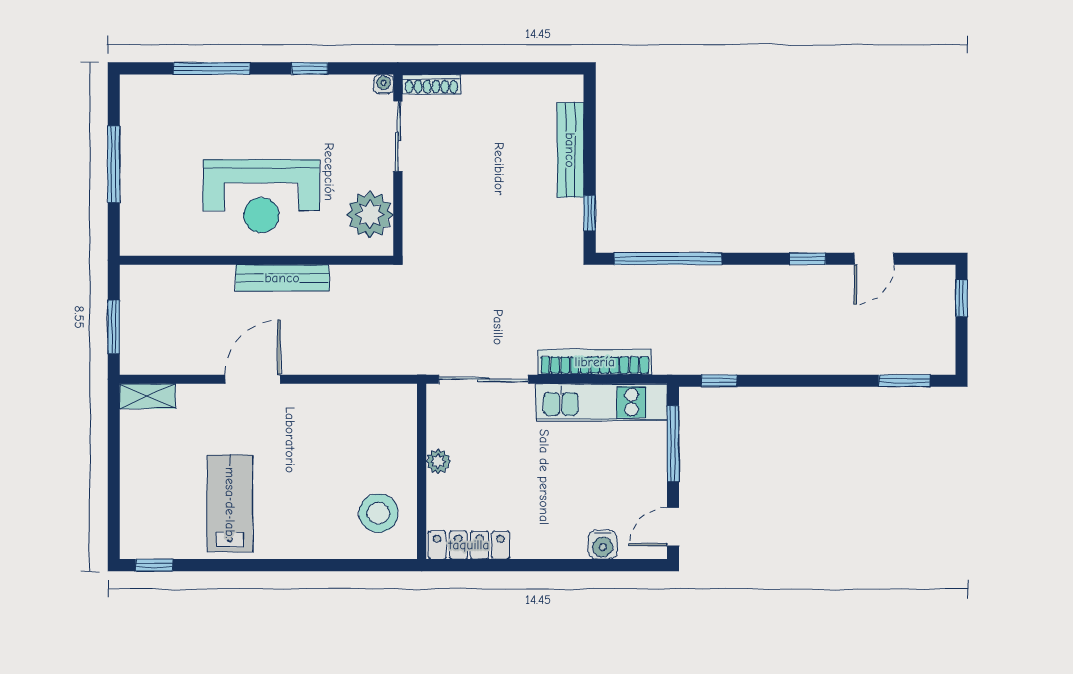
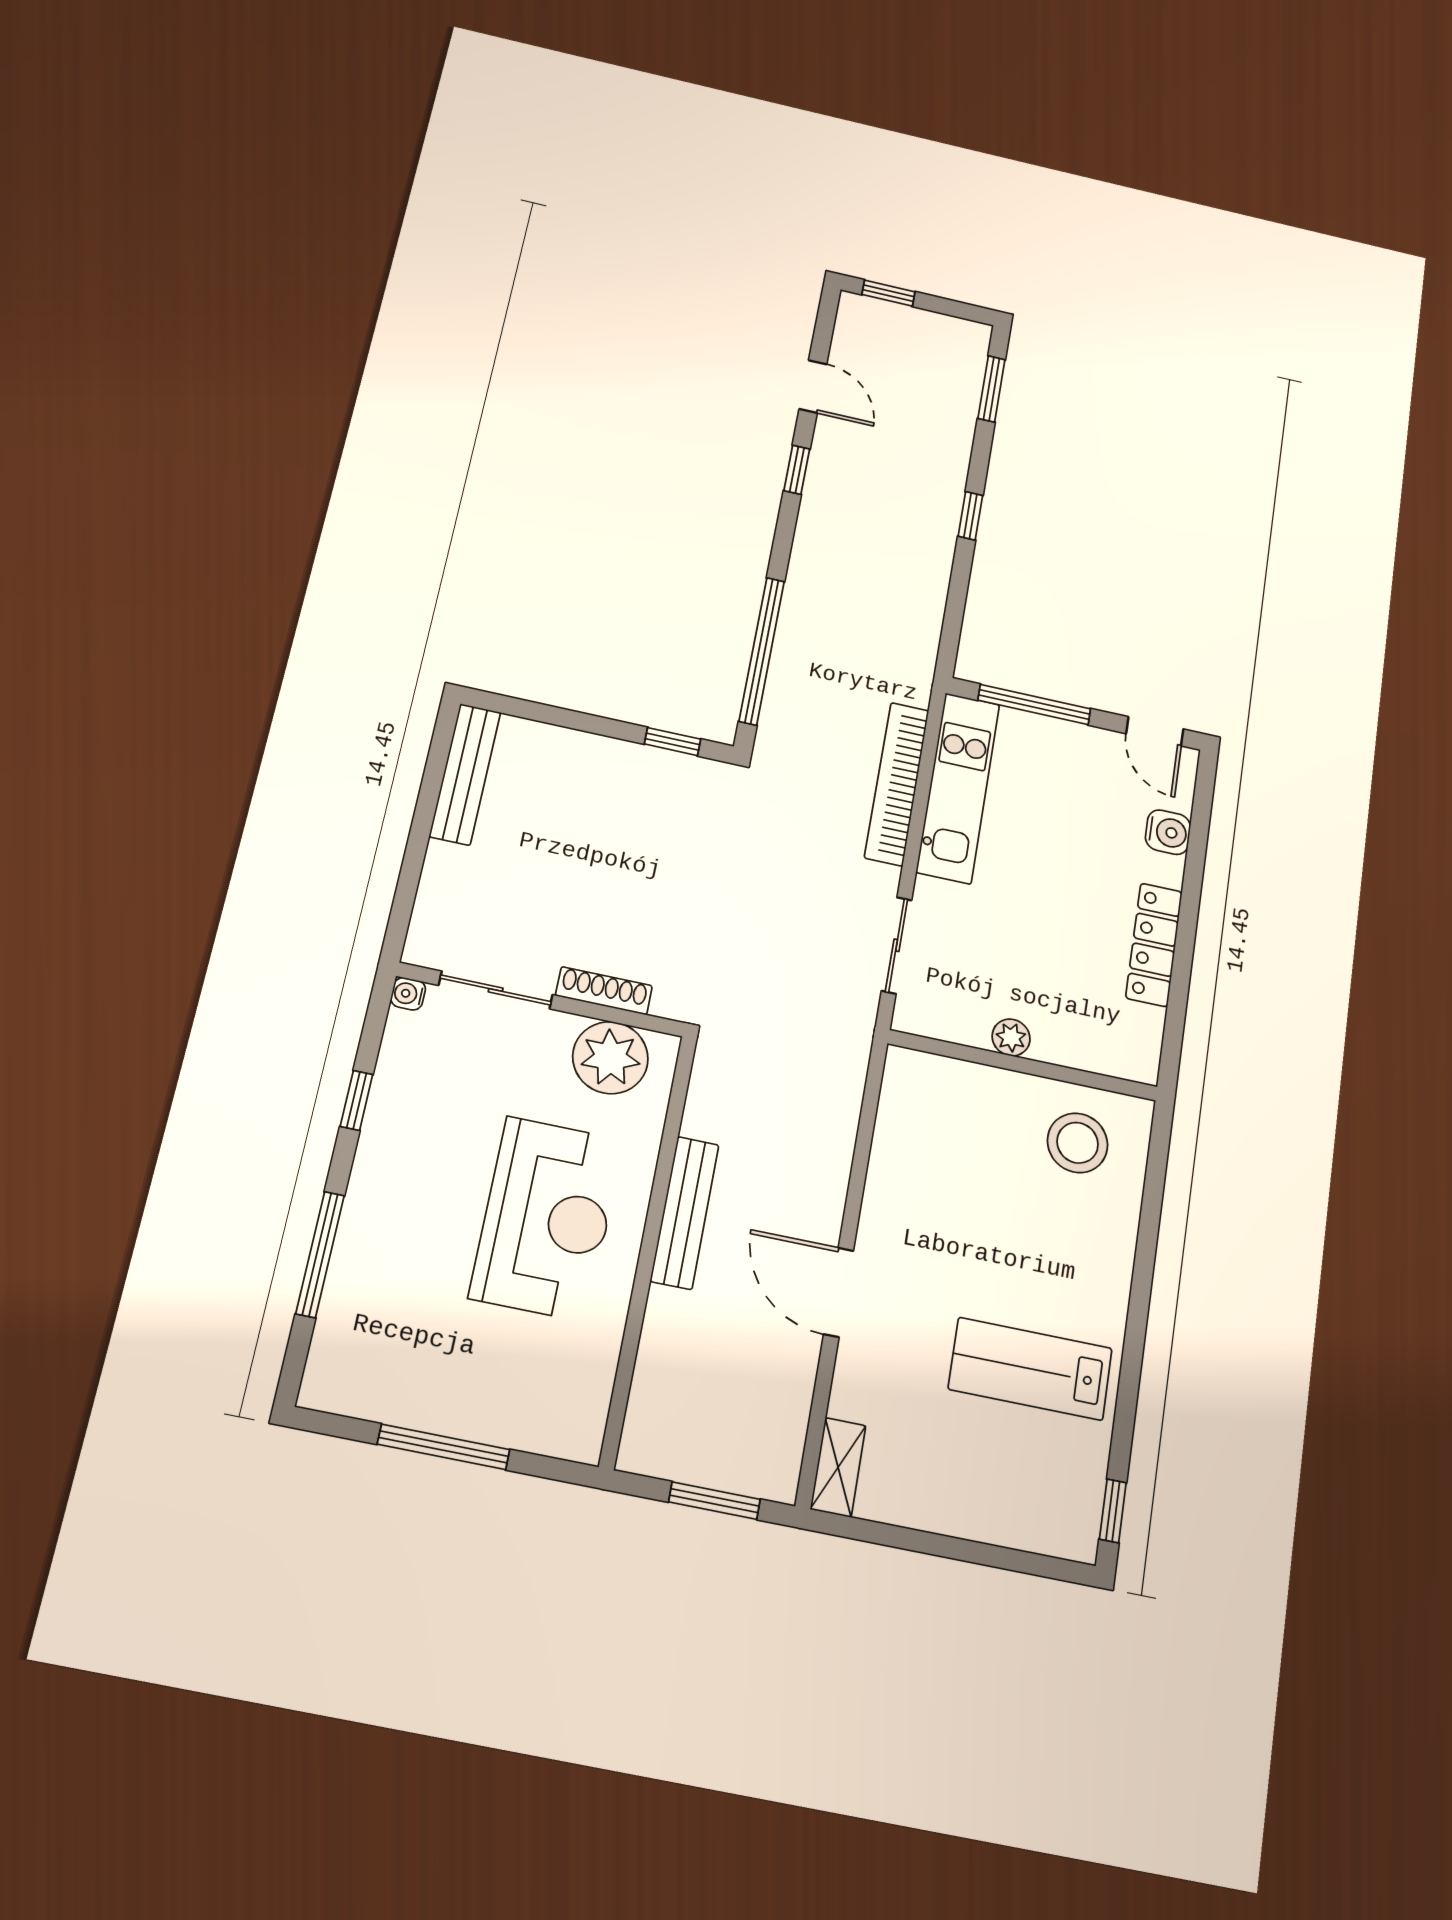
shoe rack: (431, 84) -> (604, 991), moved, turned -90
bench: (570, 150) -> (465, 774), moved, turned 90
sliding door: (484, 379) -> (897, 945), width x0.73
window: (719, 381) -> (970, 516), moved
locker: (469, 545) -> (1154, 945), moved

